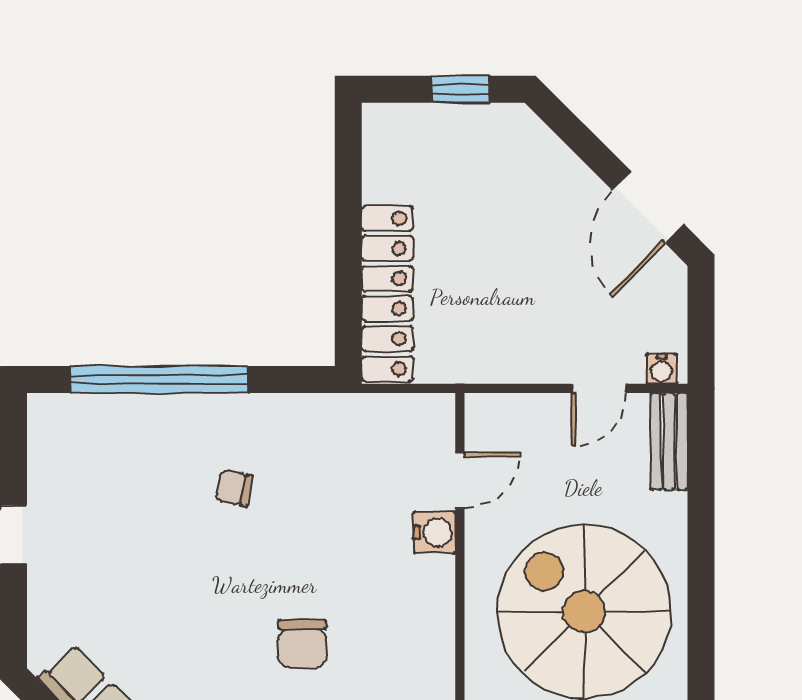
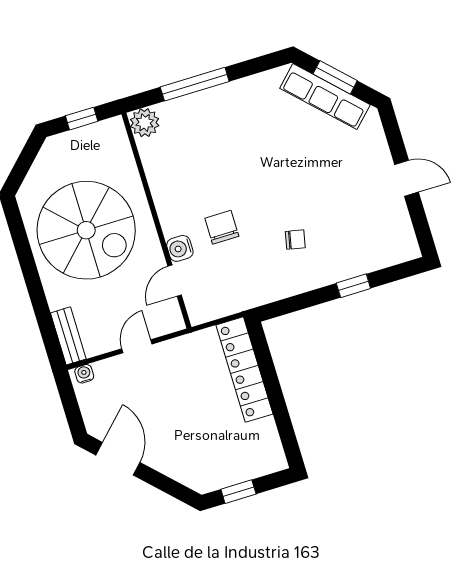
window: (159, 379) -> (353, 286), width x0.32
door: (599, 388) -> (137, 346), moved
chair: (302, 644) -> (222, 227), moved

